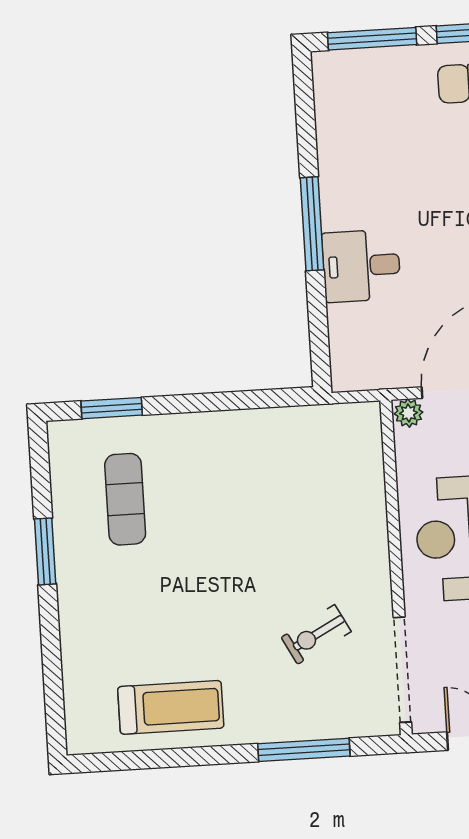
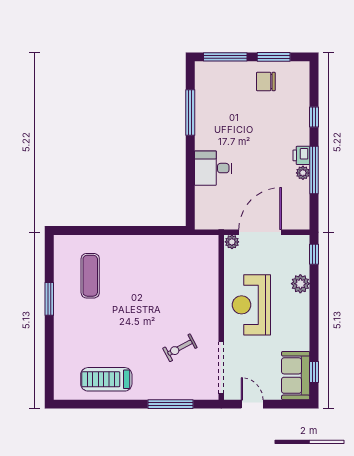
window: (312, 224) -> (190, 112), moved
window: (112, 408) -> (86, 230), removed
treadmill: (171, 707) -> (106, 379), turned 180

